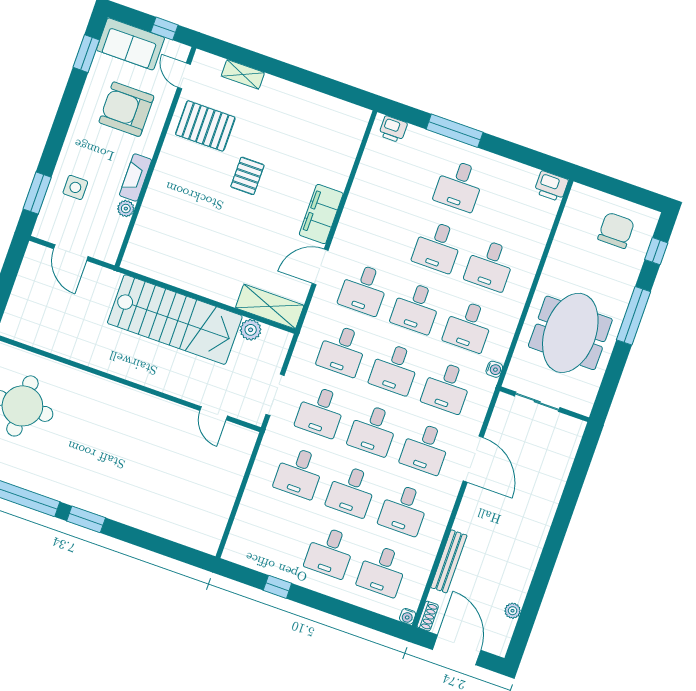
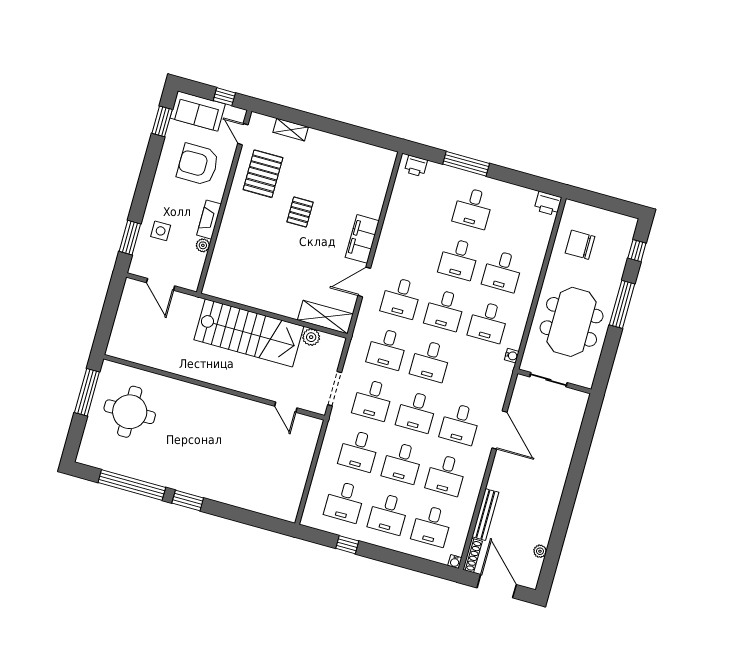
pallet: (205, 126) -> (263, 174), turned 90
chair: (616, 230) -> (580, 245), moved, turned -90
desk: (447, 387) -> (344, 502), moved
shoe rack: (428, 616) -> (473, 555), width x1.43

